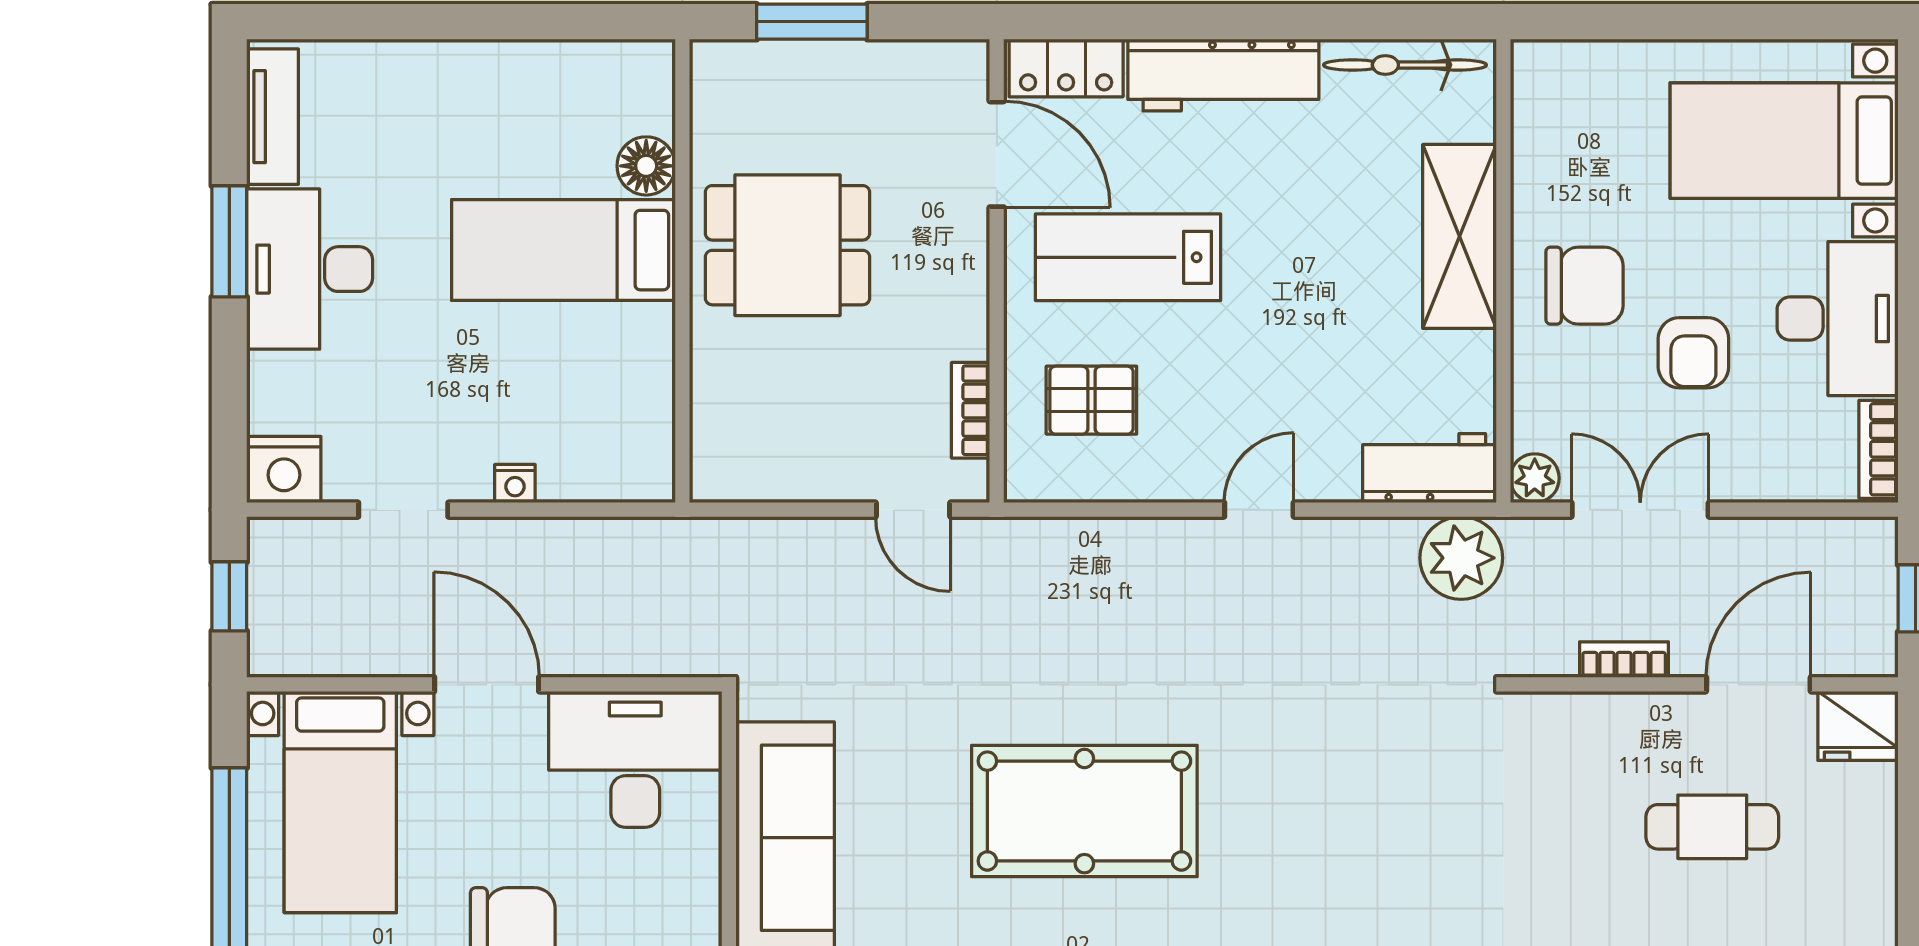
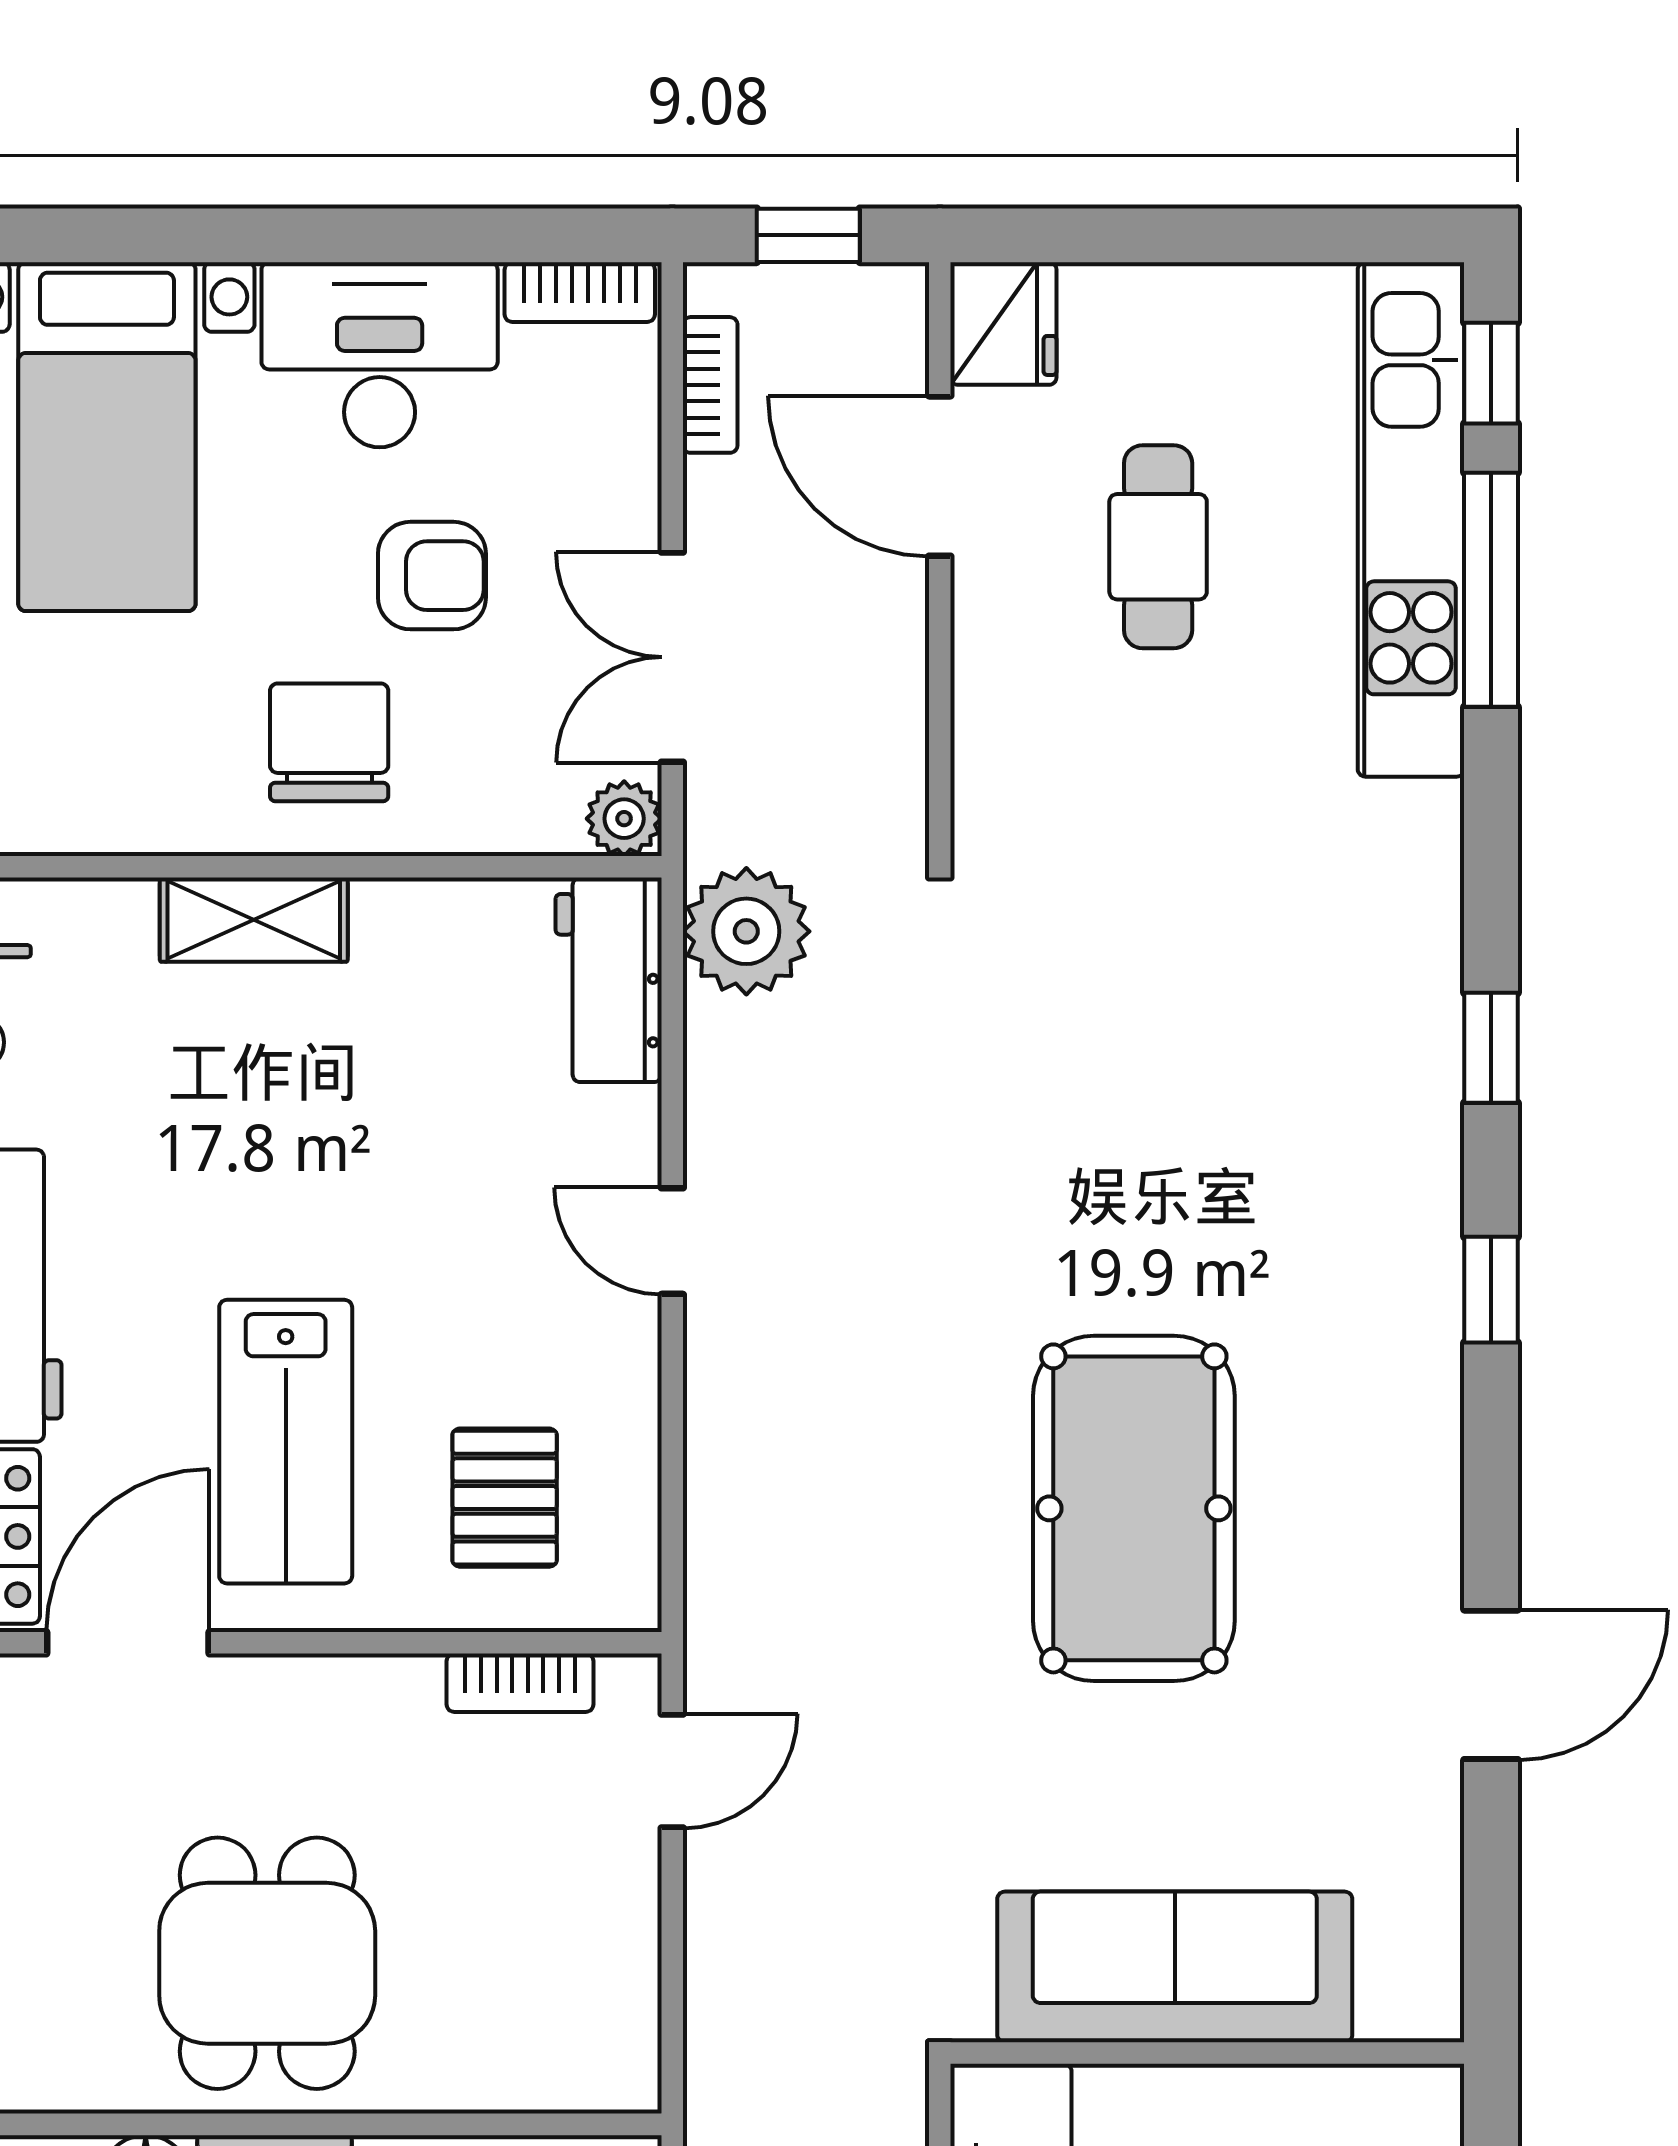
shelving: (1460, 236) -> (254, 920), width x0.67, depth x0.75
bookcase: (1624, 660) -> (710, 385), moved, turned 180

